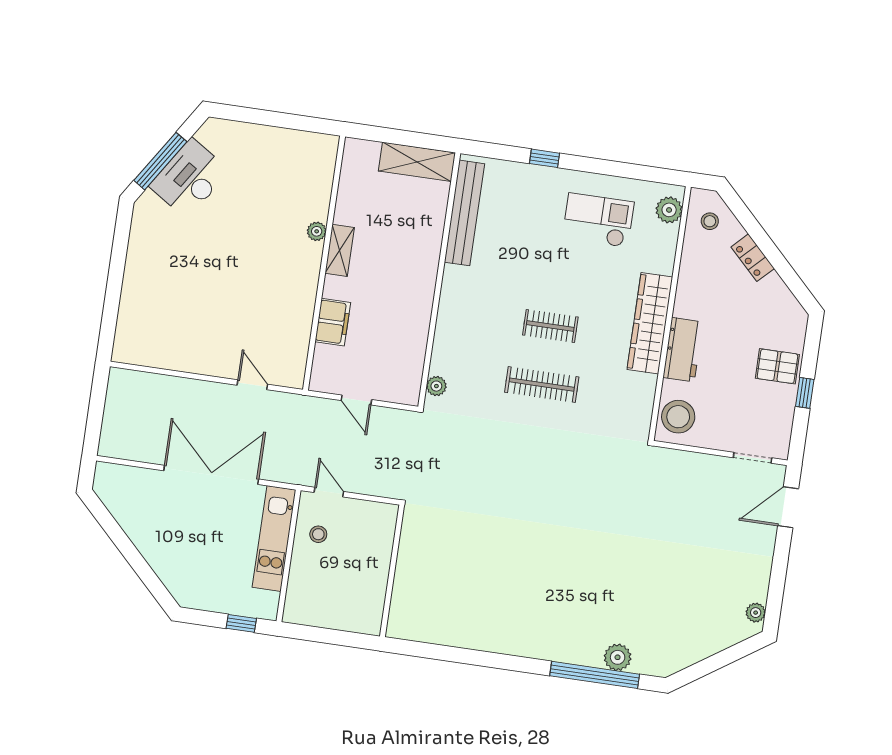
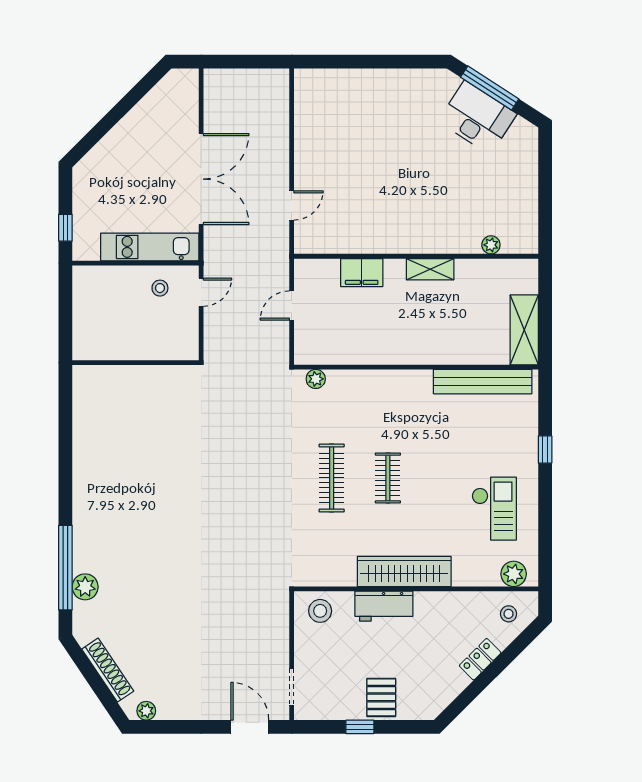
plant: (317, 231) -> (491, 245), moved
stool: (678, 417) -> (320, 611), width x0.73, depth x0.73
shoe rack: (708, 646) -> (108, 670), added

